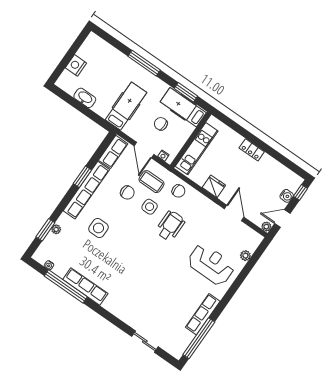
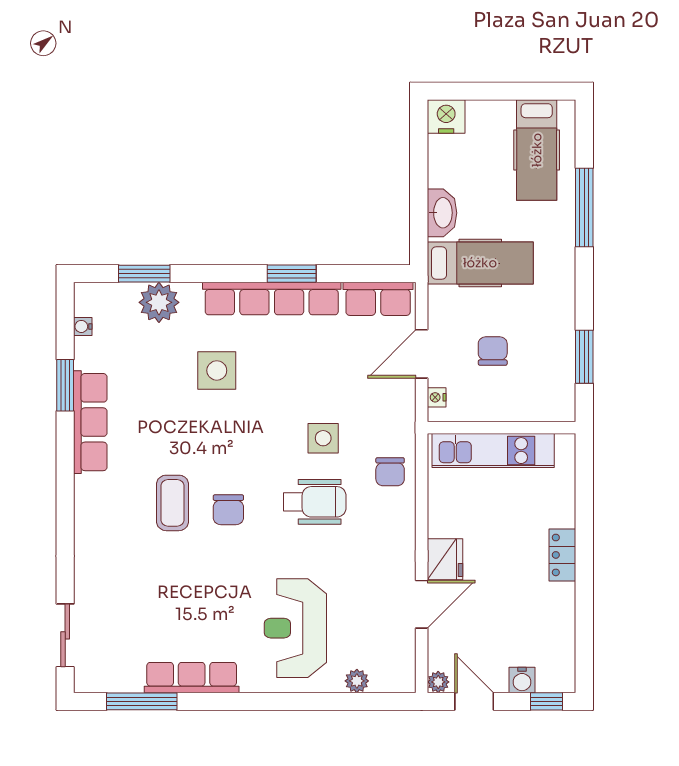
window: (144, 63) -> (584, 208), moved
nightstand: (76, 65) -> (446, 117), moved
washbasin: (85, 98) -> (442, 213), moved
hospital bed: (183, 107) -> (537, 150), moved, turned 180
coffee table: (152, 182) -> (173, 503), moved
fridge: (214, 186) -> (445, 559), moved
chair: (127, 193) -> (228, 510), moved
plant: (56, 229) -> (159, 302), width x1.88, depth x1.88
reception desk: (211, 264) -> (295, 628), turned 180
window: (66, 286) -> (65, 385), width x0.47
window: (199, 338) -> (142, 701), width x0.68
sliding door: (145, 342) -> (65, 635), moved

